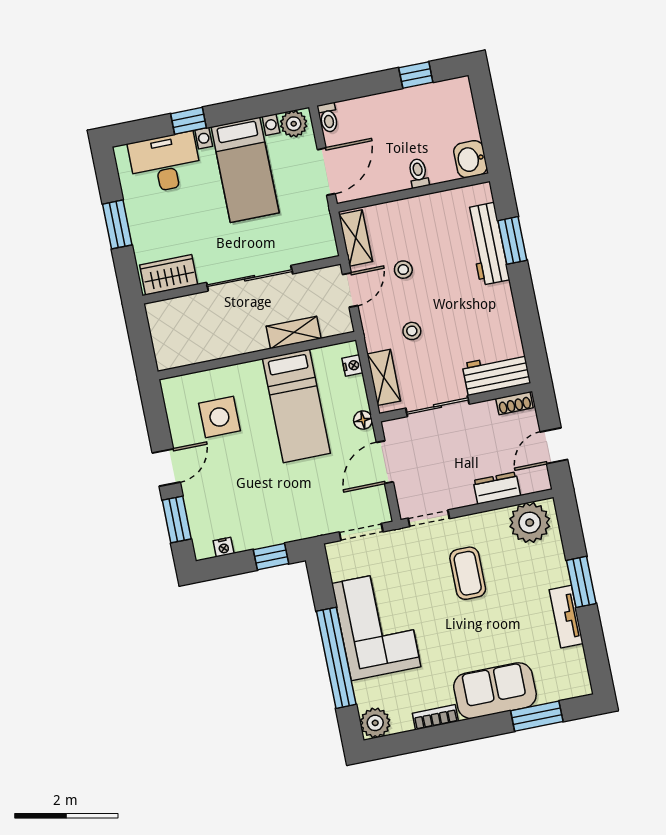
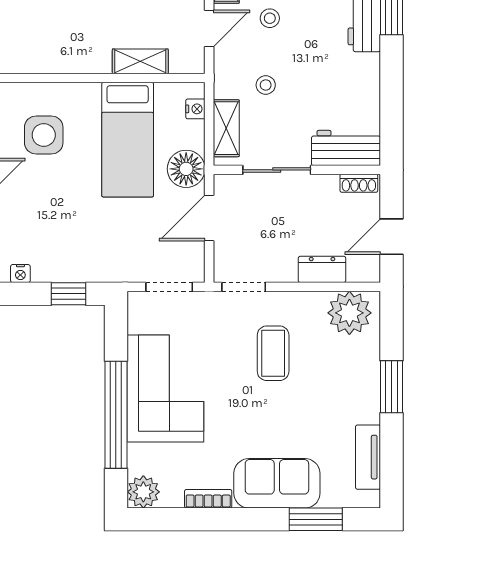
floor lamp: (363, 420) -> (186, 169), width x1.89, depth x1.89
tv unit: (566, 617) -> (368, 457), moved

